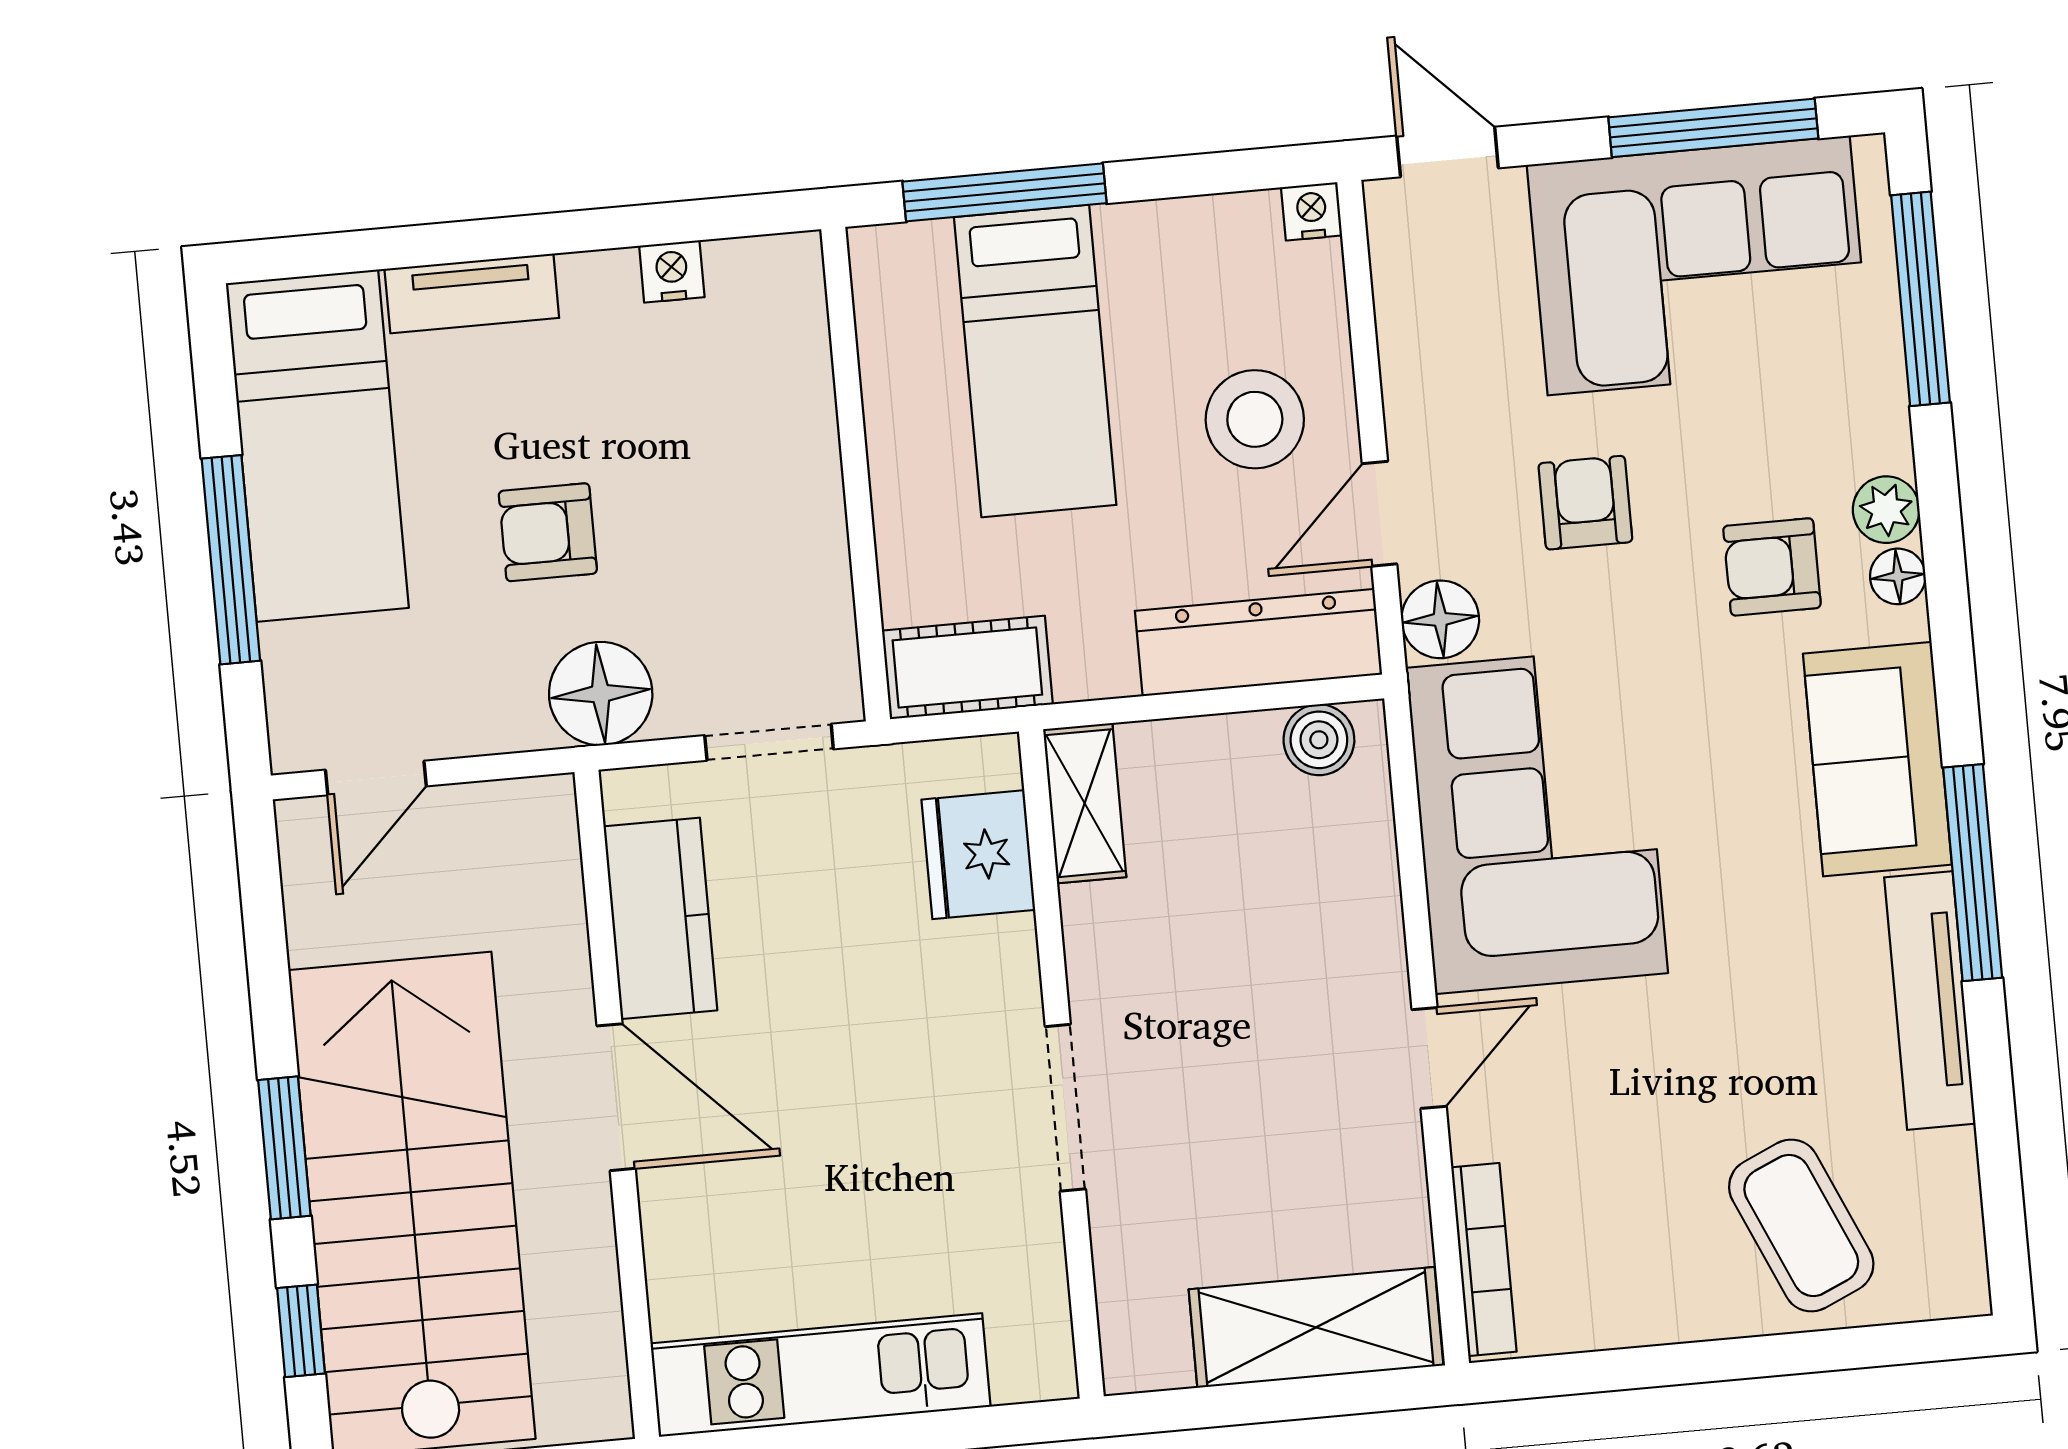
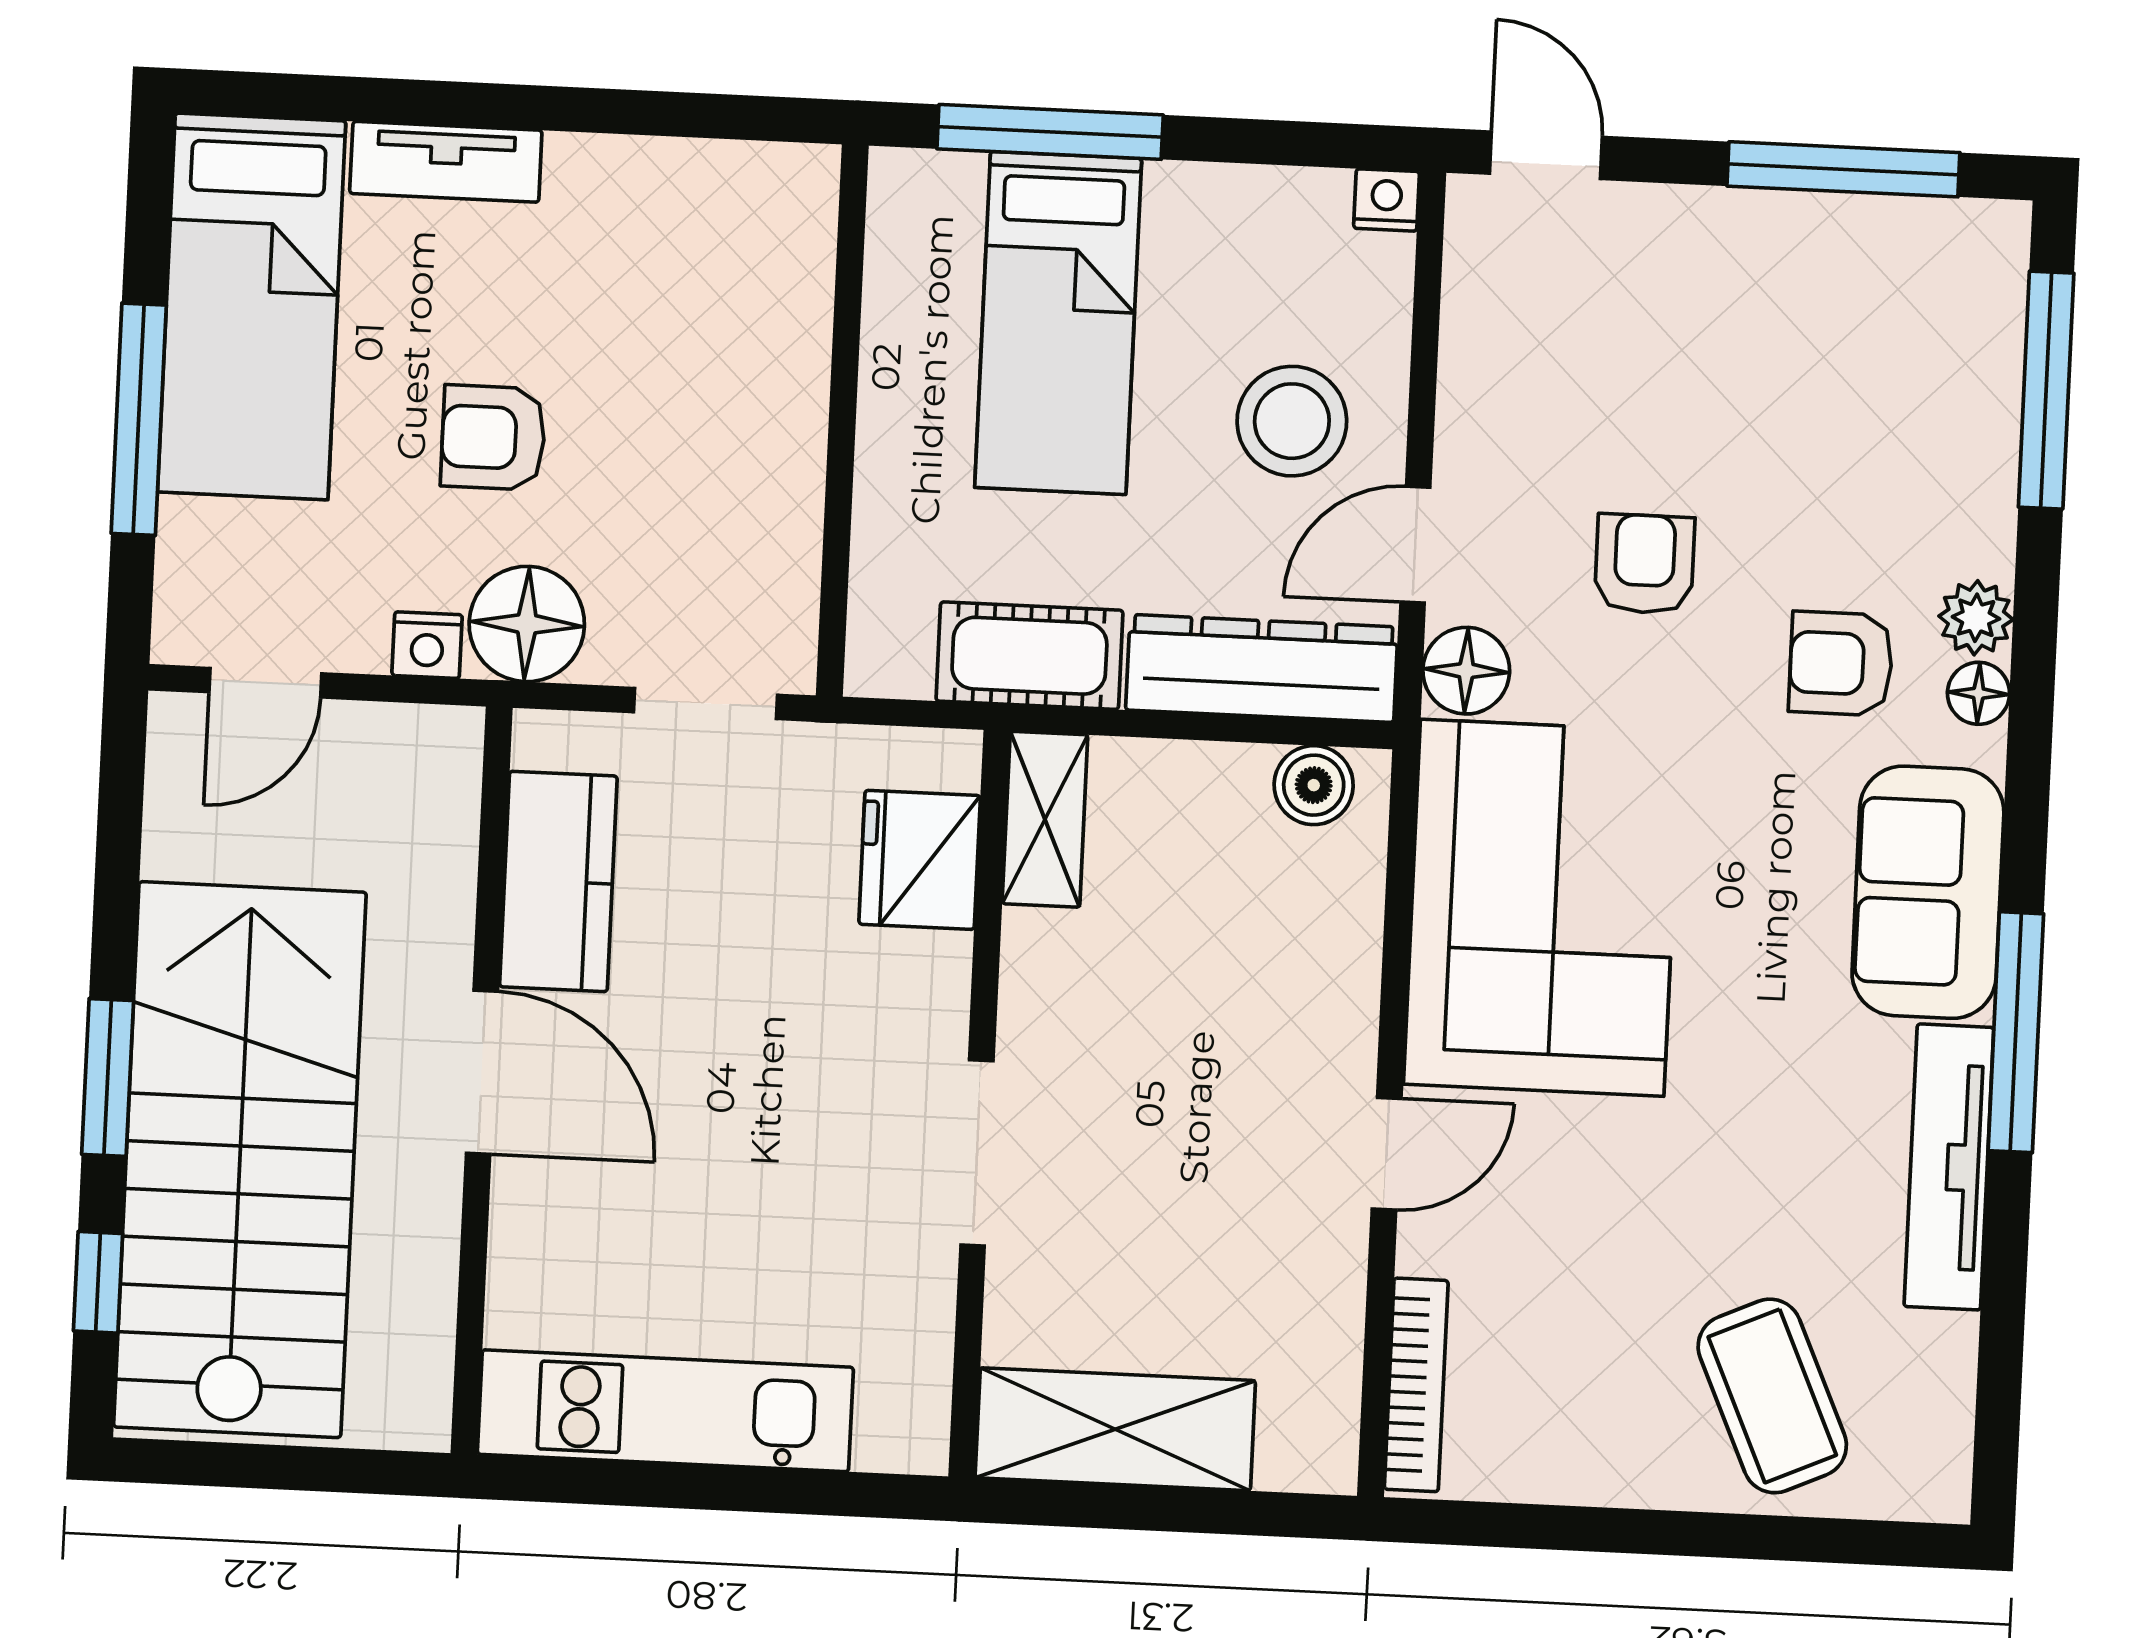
corner sofa: (1699, 265) -> (1806, 319), removed
nightstand: (672, 271) -> (427, 645), moved, turned 180
cot: (967, 667) -> (1029, 656), moved
shelving: (1316, 1327) -> (1115, 1429), moved

